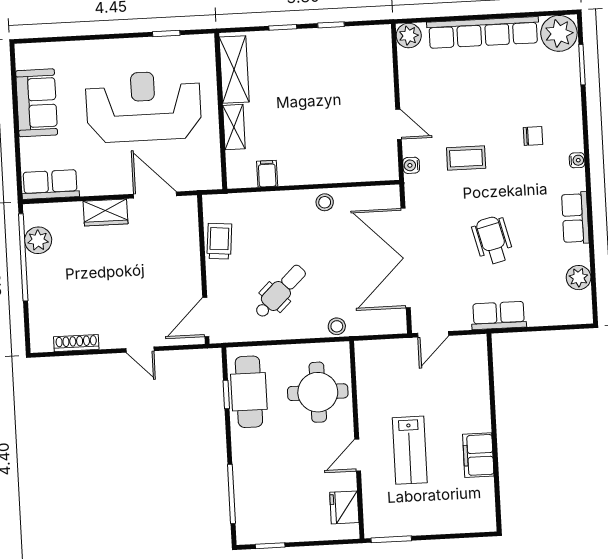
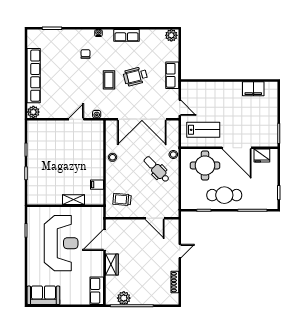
plant: (559, 33) -> (36, 39), removed
shelving: (234, 69) -> (45, 198), removed
sofa: (37, 103) -> (43, 295), moved
reception desk: (144, 106) -> (61, 243), turned 180
coffee table: (466, 158) -> (109, 80), moved
trolley: (219, 241) -> (122, 199), moved
plant: (579, 278) -> (171, 35), moved
dental chair: (280, 291) -> (157, 169), moved
door: (206, 317) -> (155, 218), moved
cafe table: (249, 392) -> (224, 195), moved
lab bench: (410, 450) -> (203, 130), moved
door: (358, 455) -> (237, 148), width x1.87
filing cabinet: (478, 455) -> (253, 89), moved

